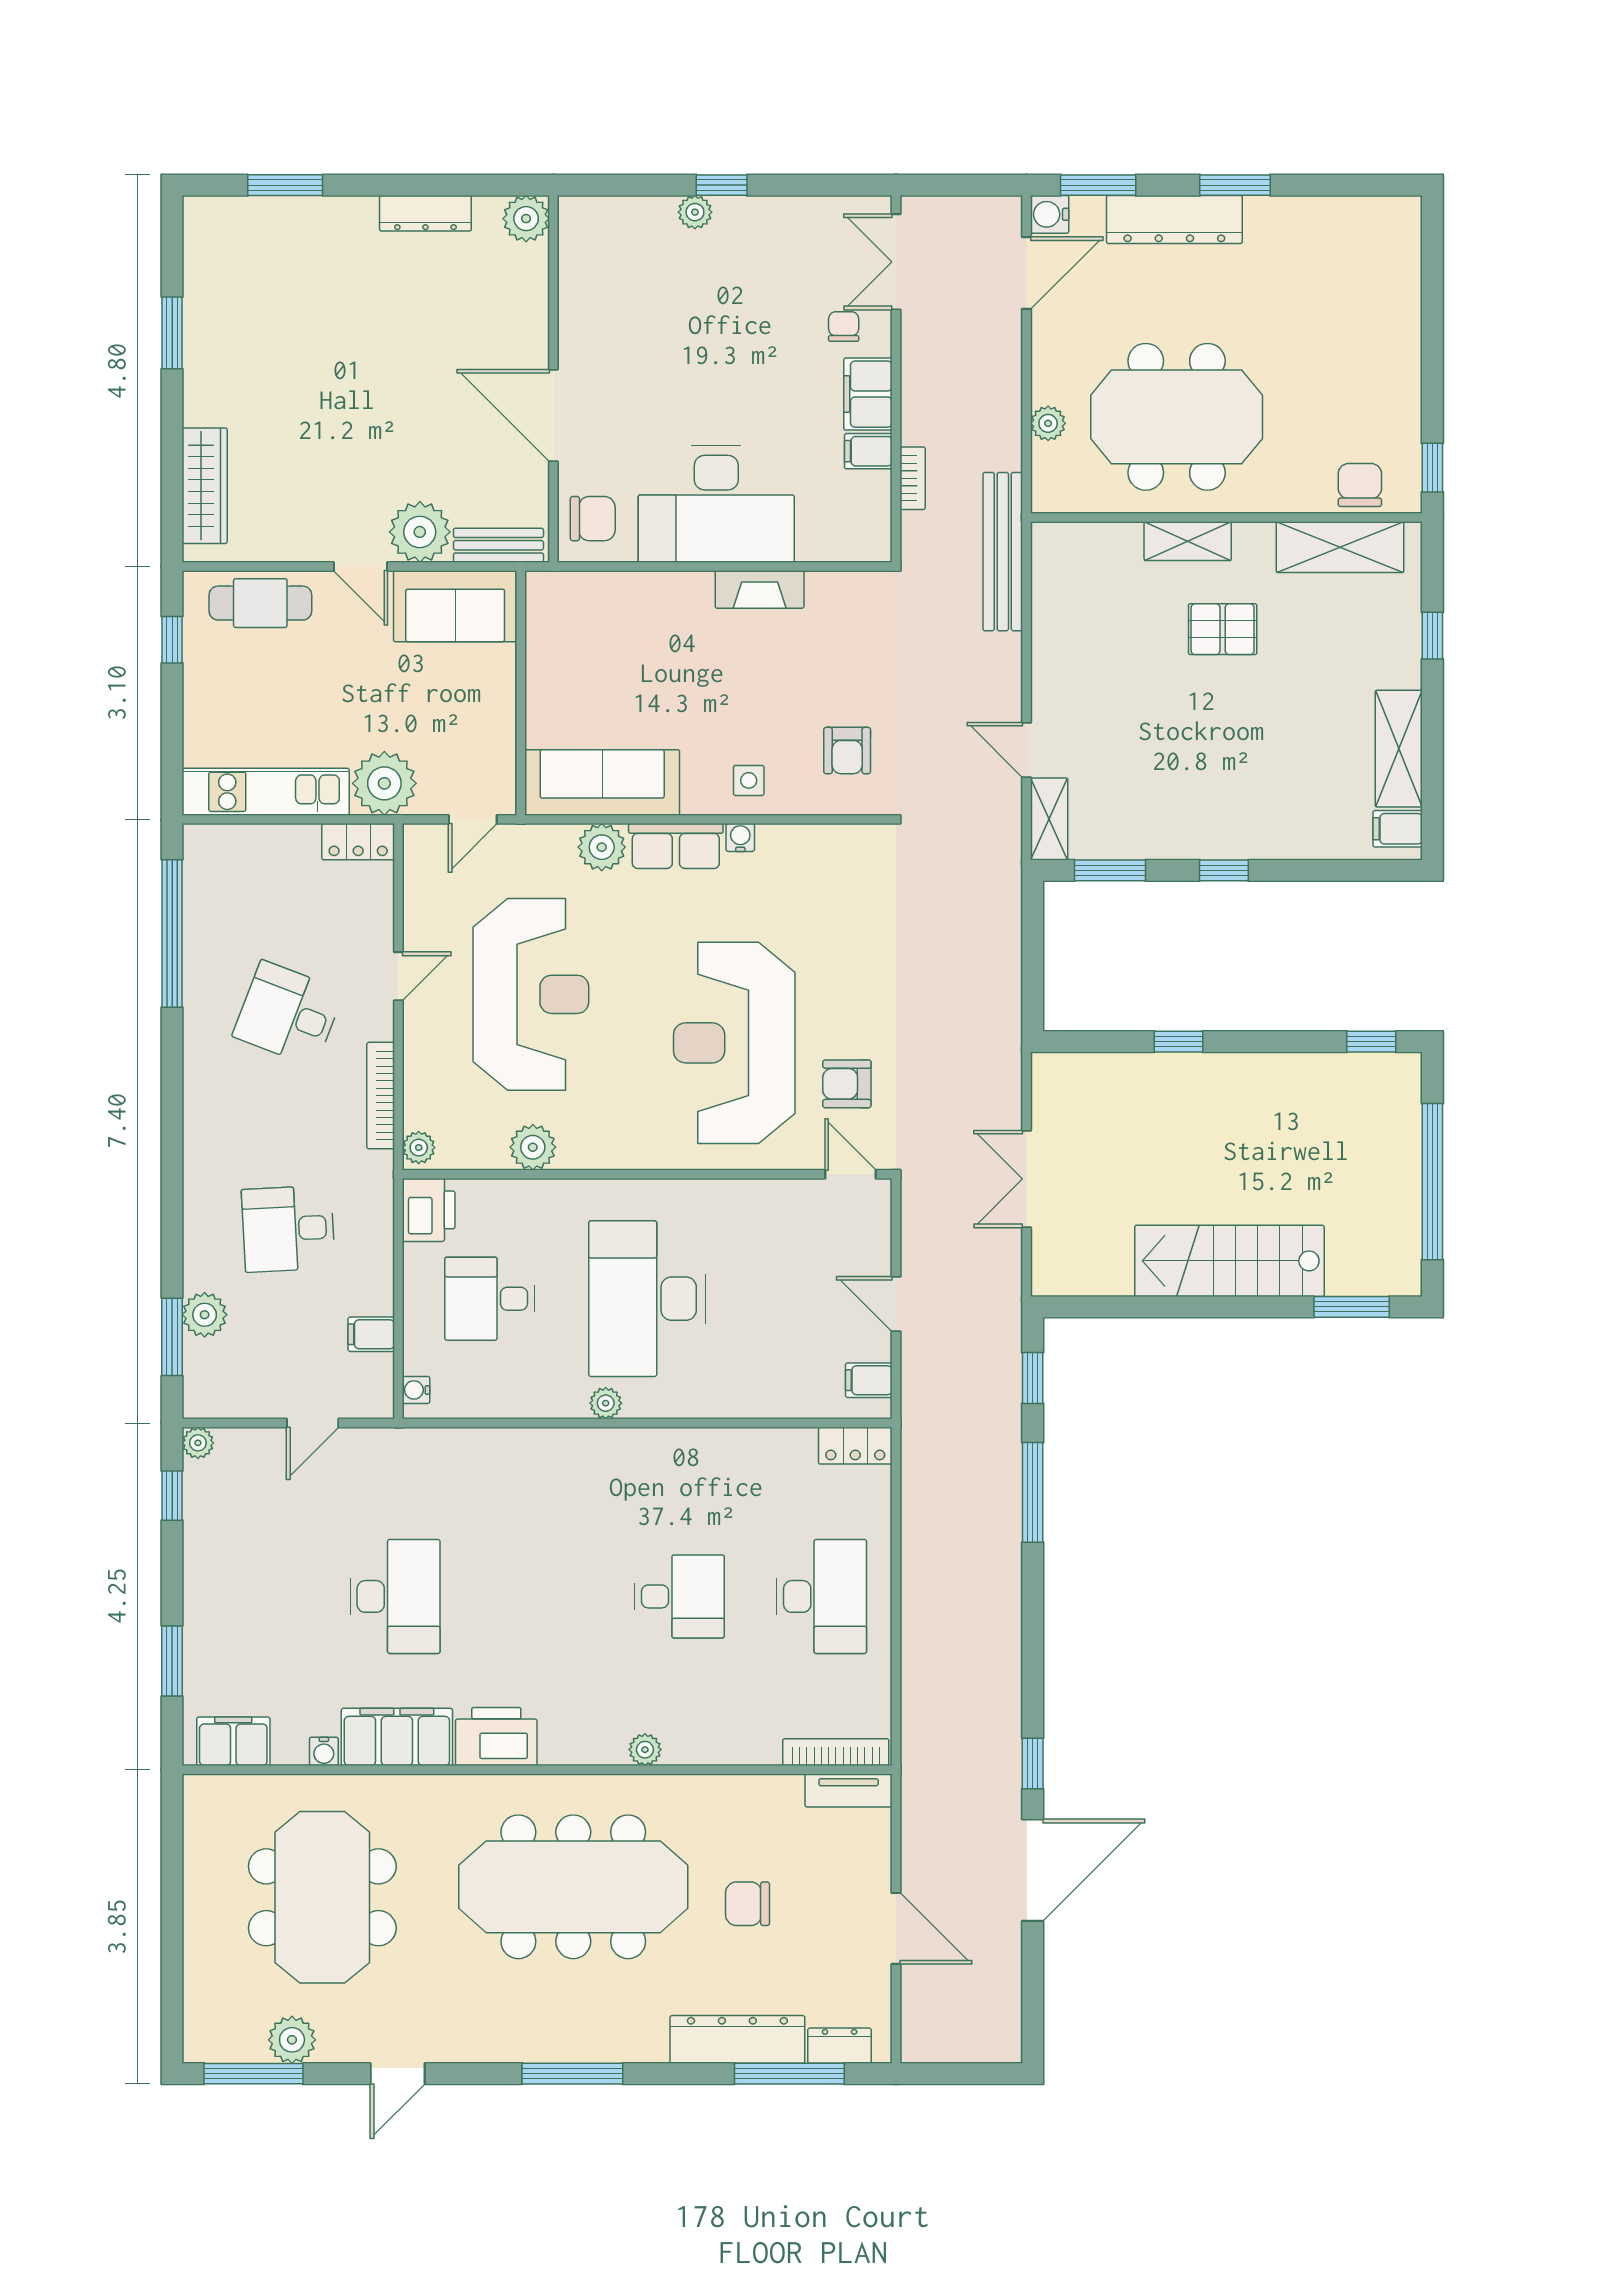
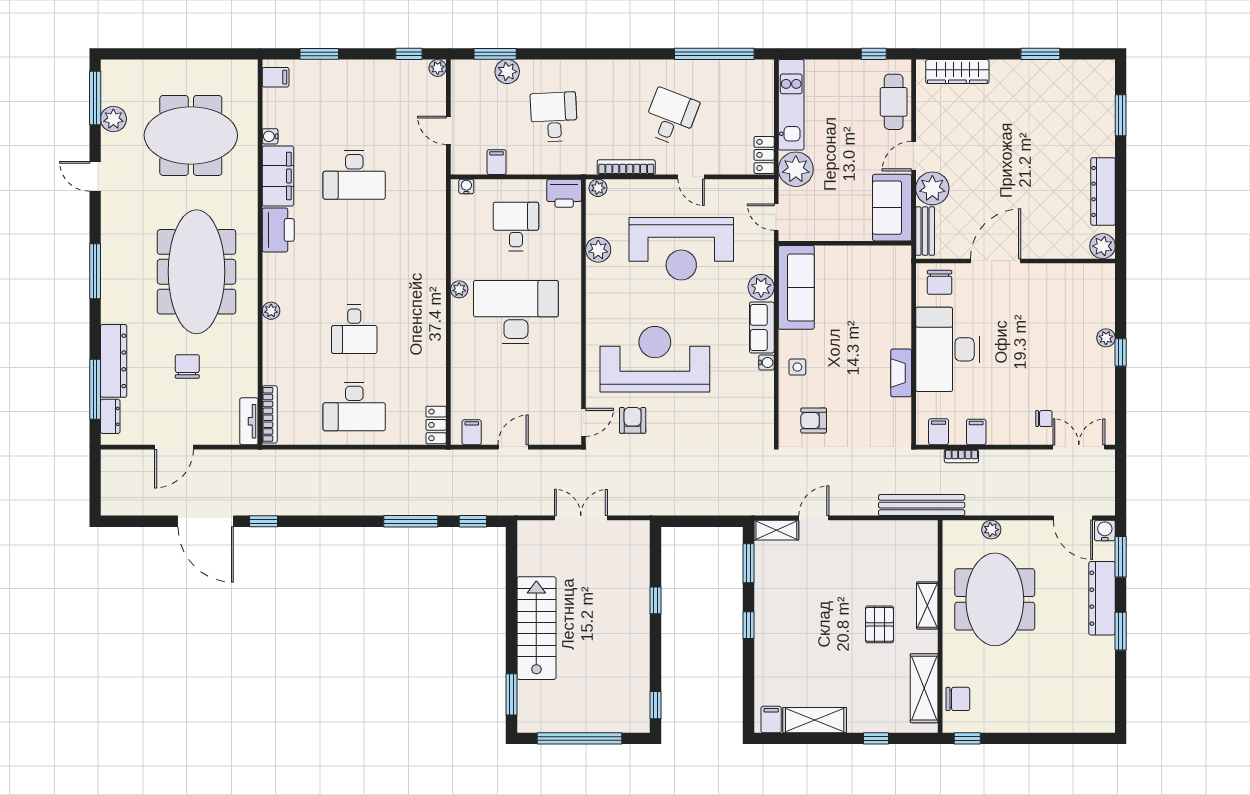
dresser: (425, 213) -> (1103, 191), width x1.37, depth x1.24
filing cabinet: (868, 394) -> (939, 432), moved, width x0.50
filing cabinet: (233, 1741) -> (276, 77), width x0.50

